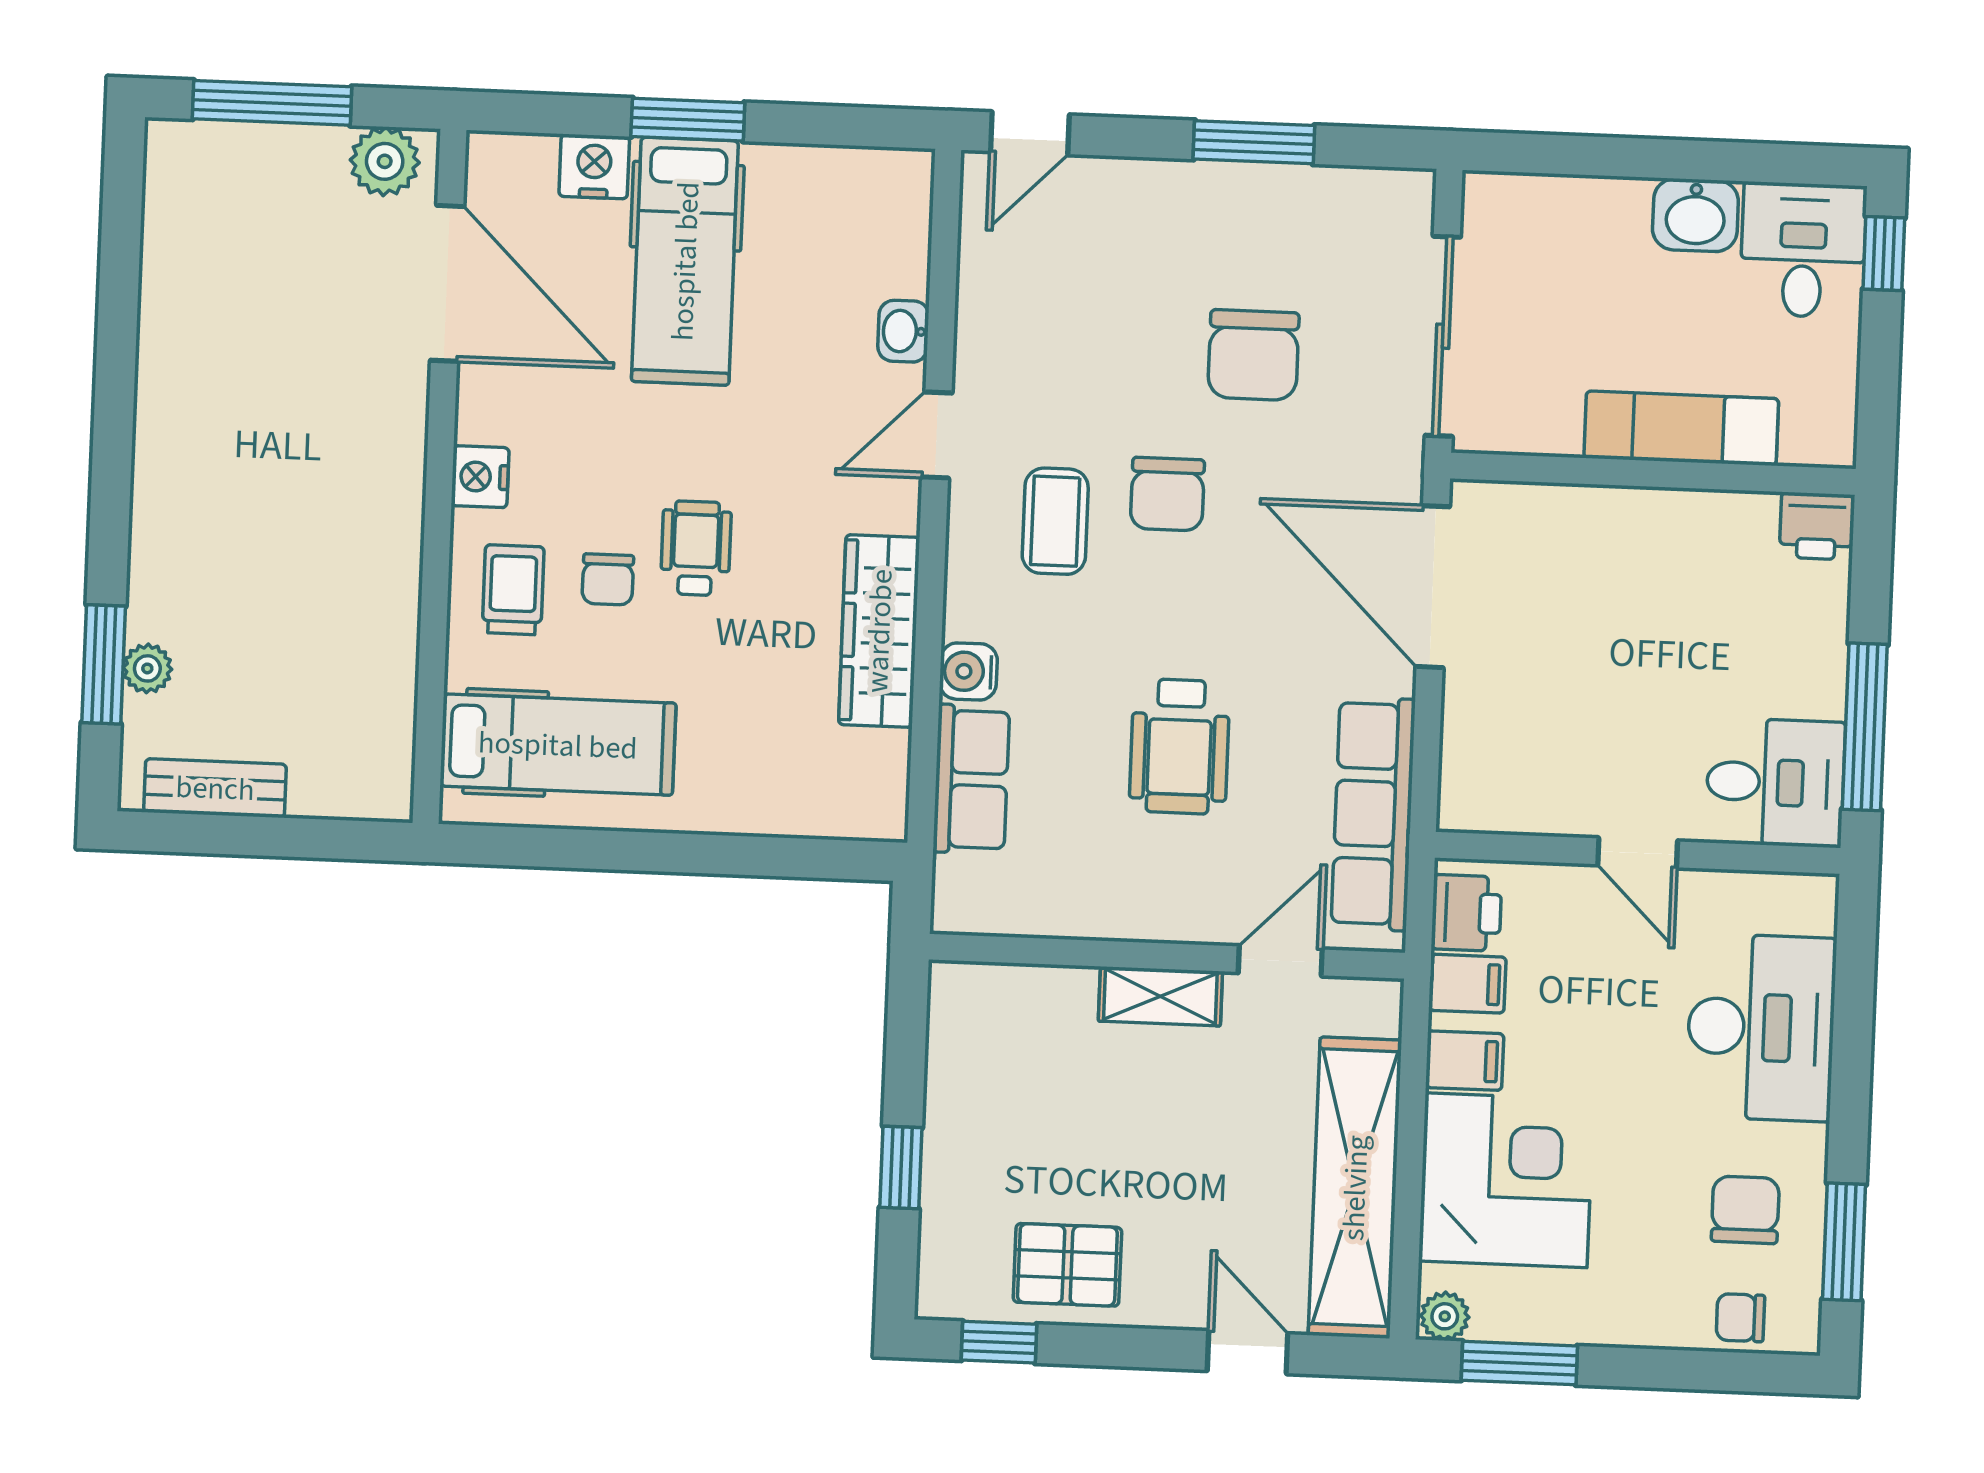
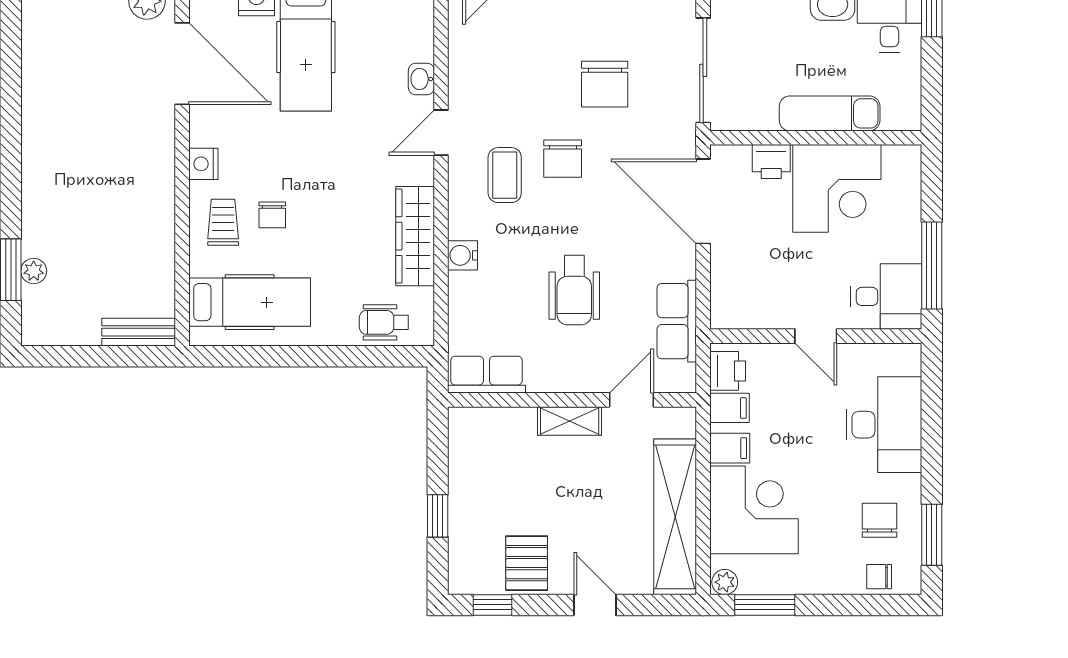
printer: (1817, 526) -> (771, 162), moved
wheelchair: (696, 548) -> (384, 322), moved, turned -90
corner desk: (1689, 572) -> (837, 188), added
row of seats: (971, 779) -> (486, 375), moved, turned -90
bench: (215, 788) -> (139, 332), moved
row of seats: (1373, 814) -> (677, 321), width x0.68
pallet: (1067, 1265) -> (527, 563), turned 90
door: (1248, 1352) -> (595, 605), moved

